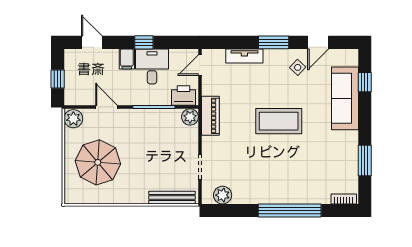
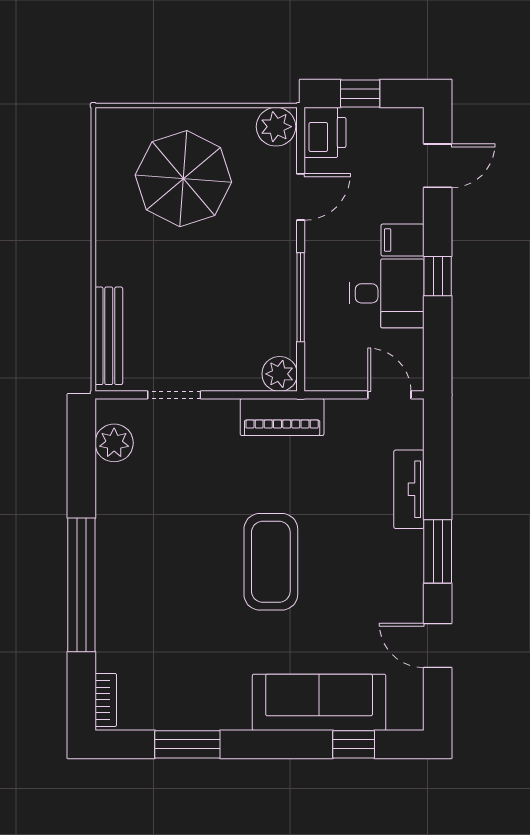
side table: (298, 67) -> (385, 602), removed
printer: (183, 96) -> (325, 132), moved

